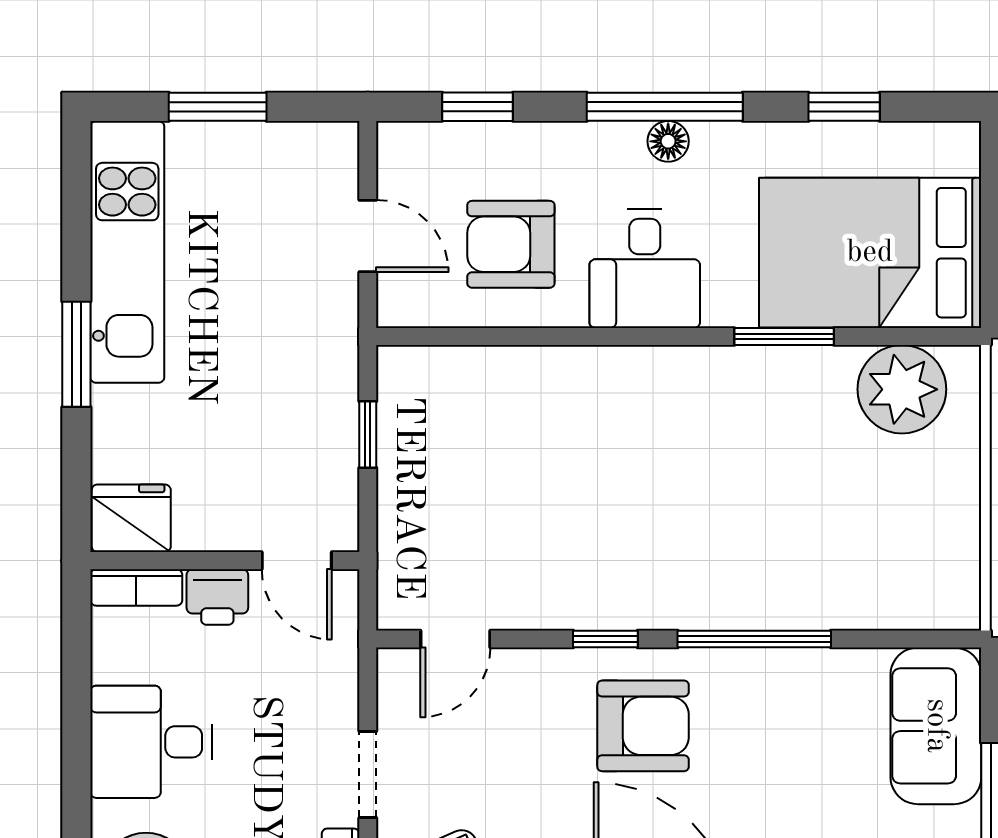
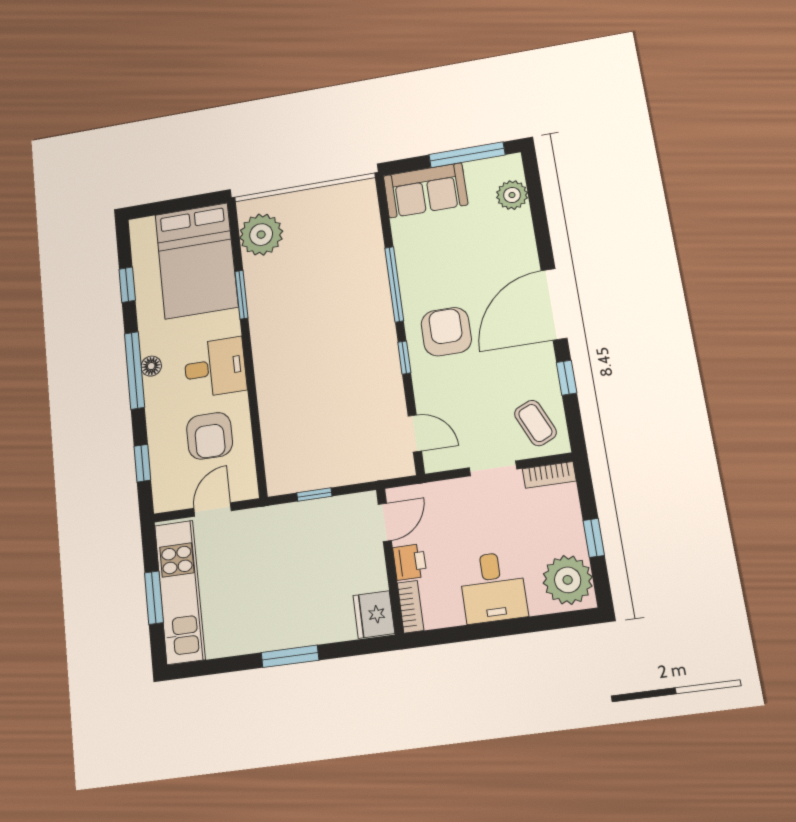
kitchen unit: (127, 252) -> (180, 592), moved, turned 90

